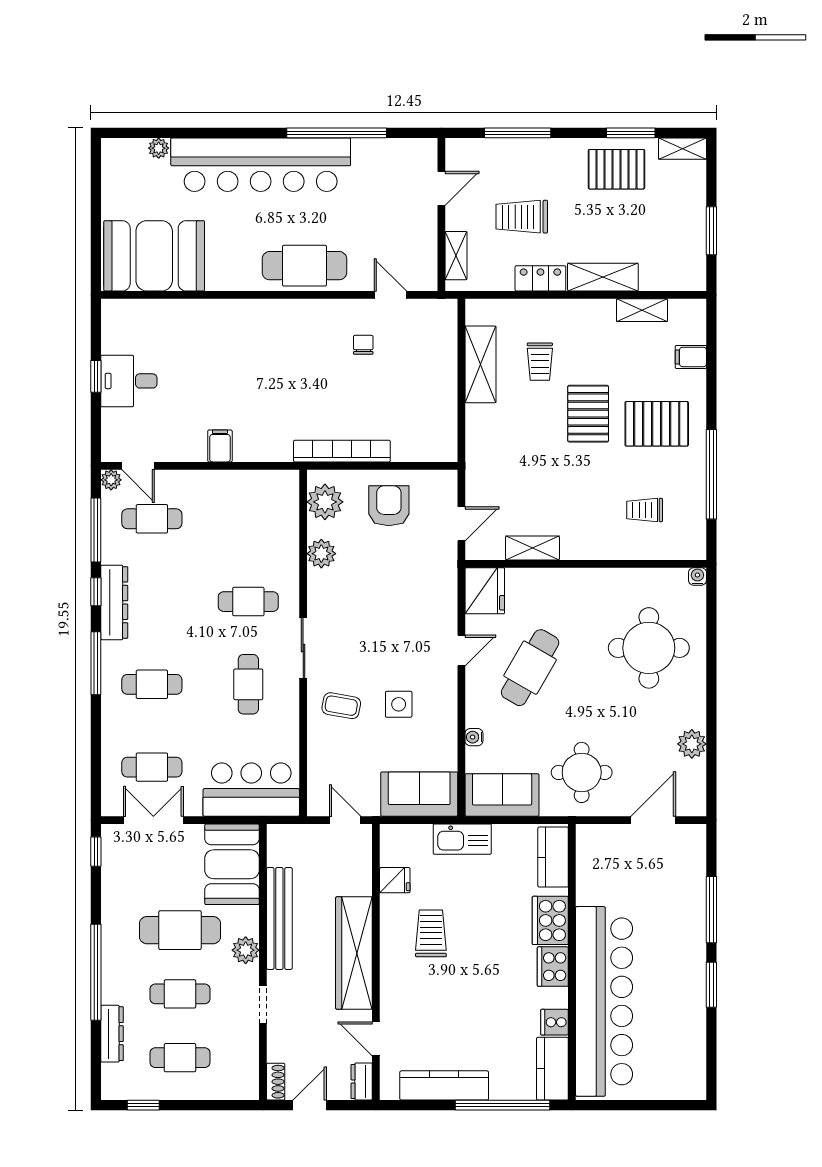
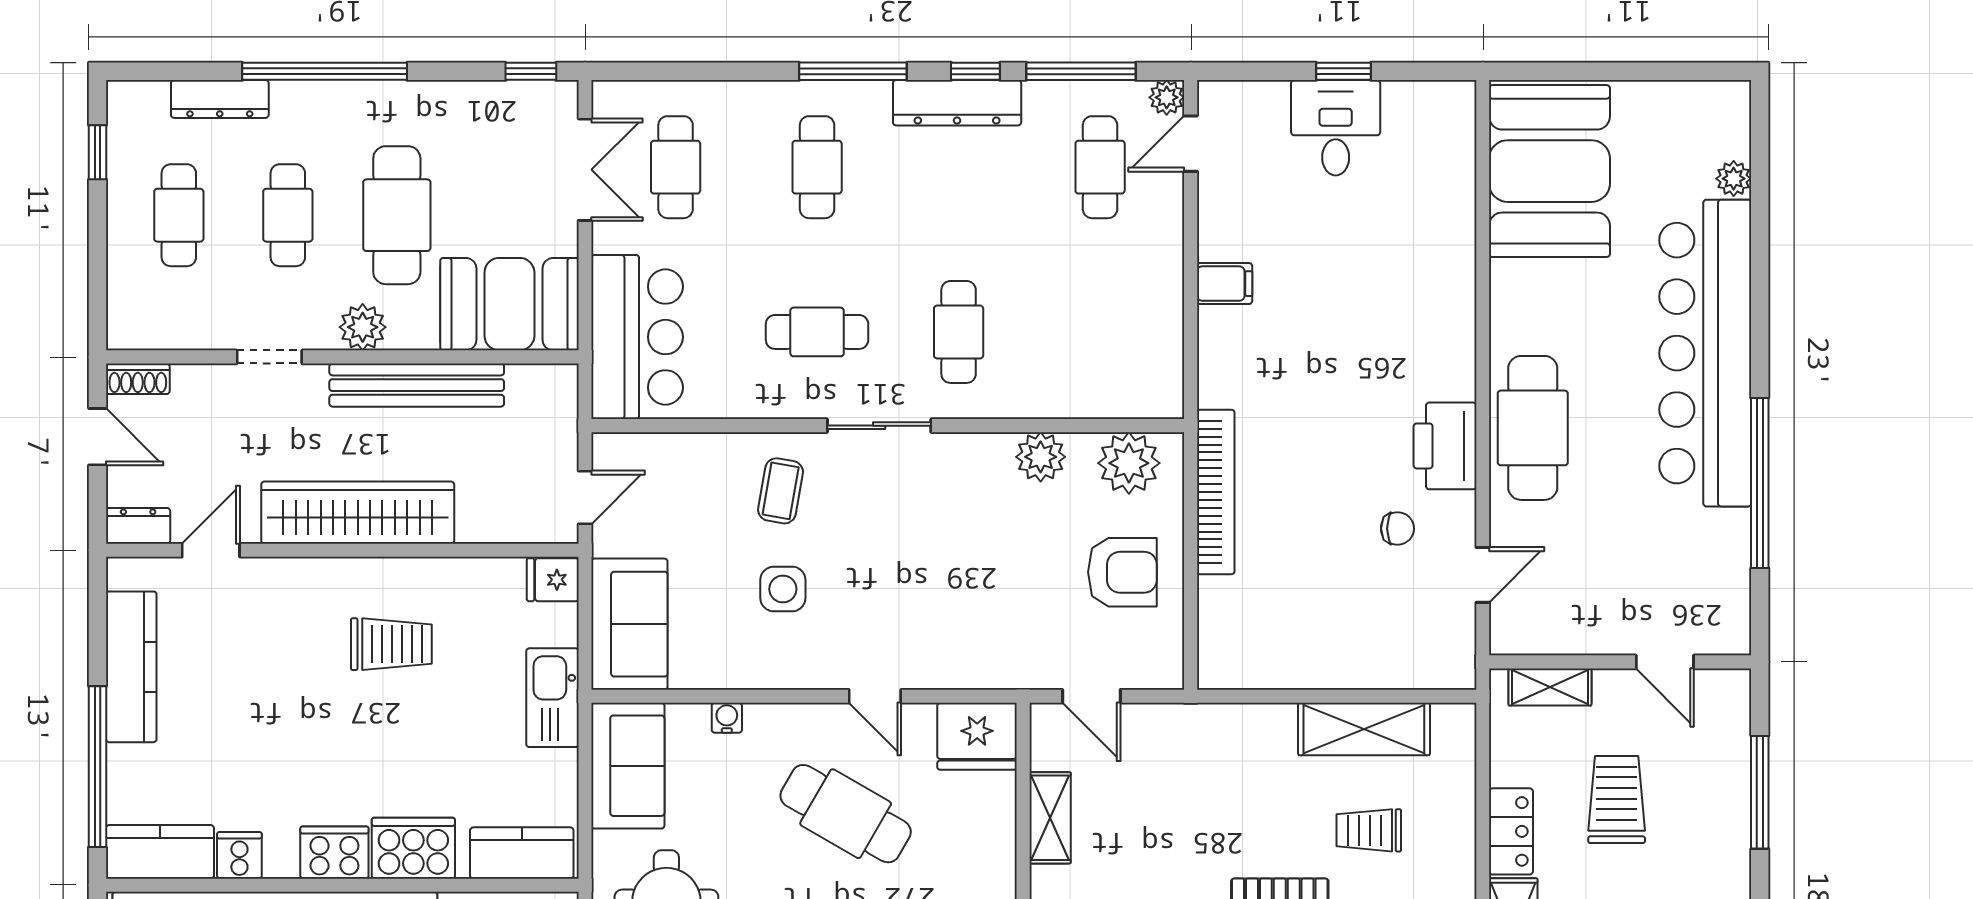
printer: (315, 317) -> (1445, 446), added
fridge: (395, 880) -> (553, 580), moved, turned 90

